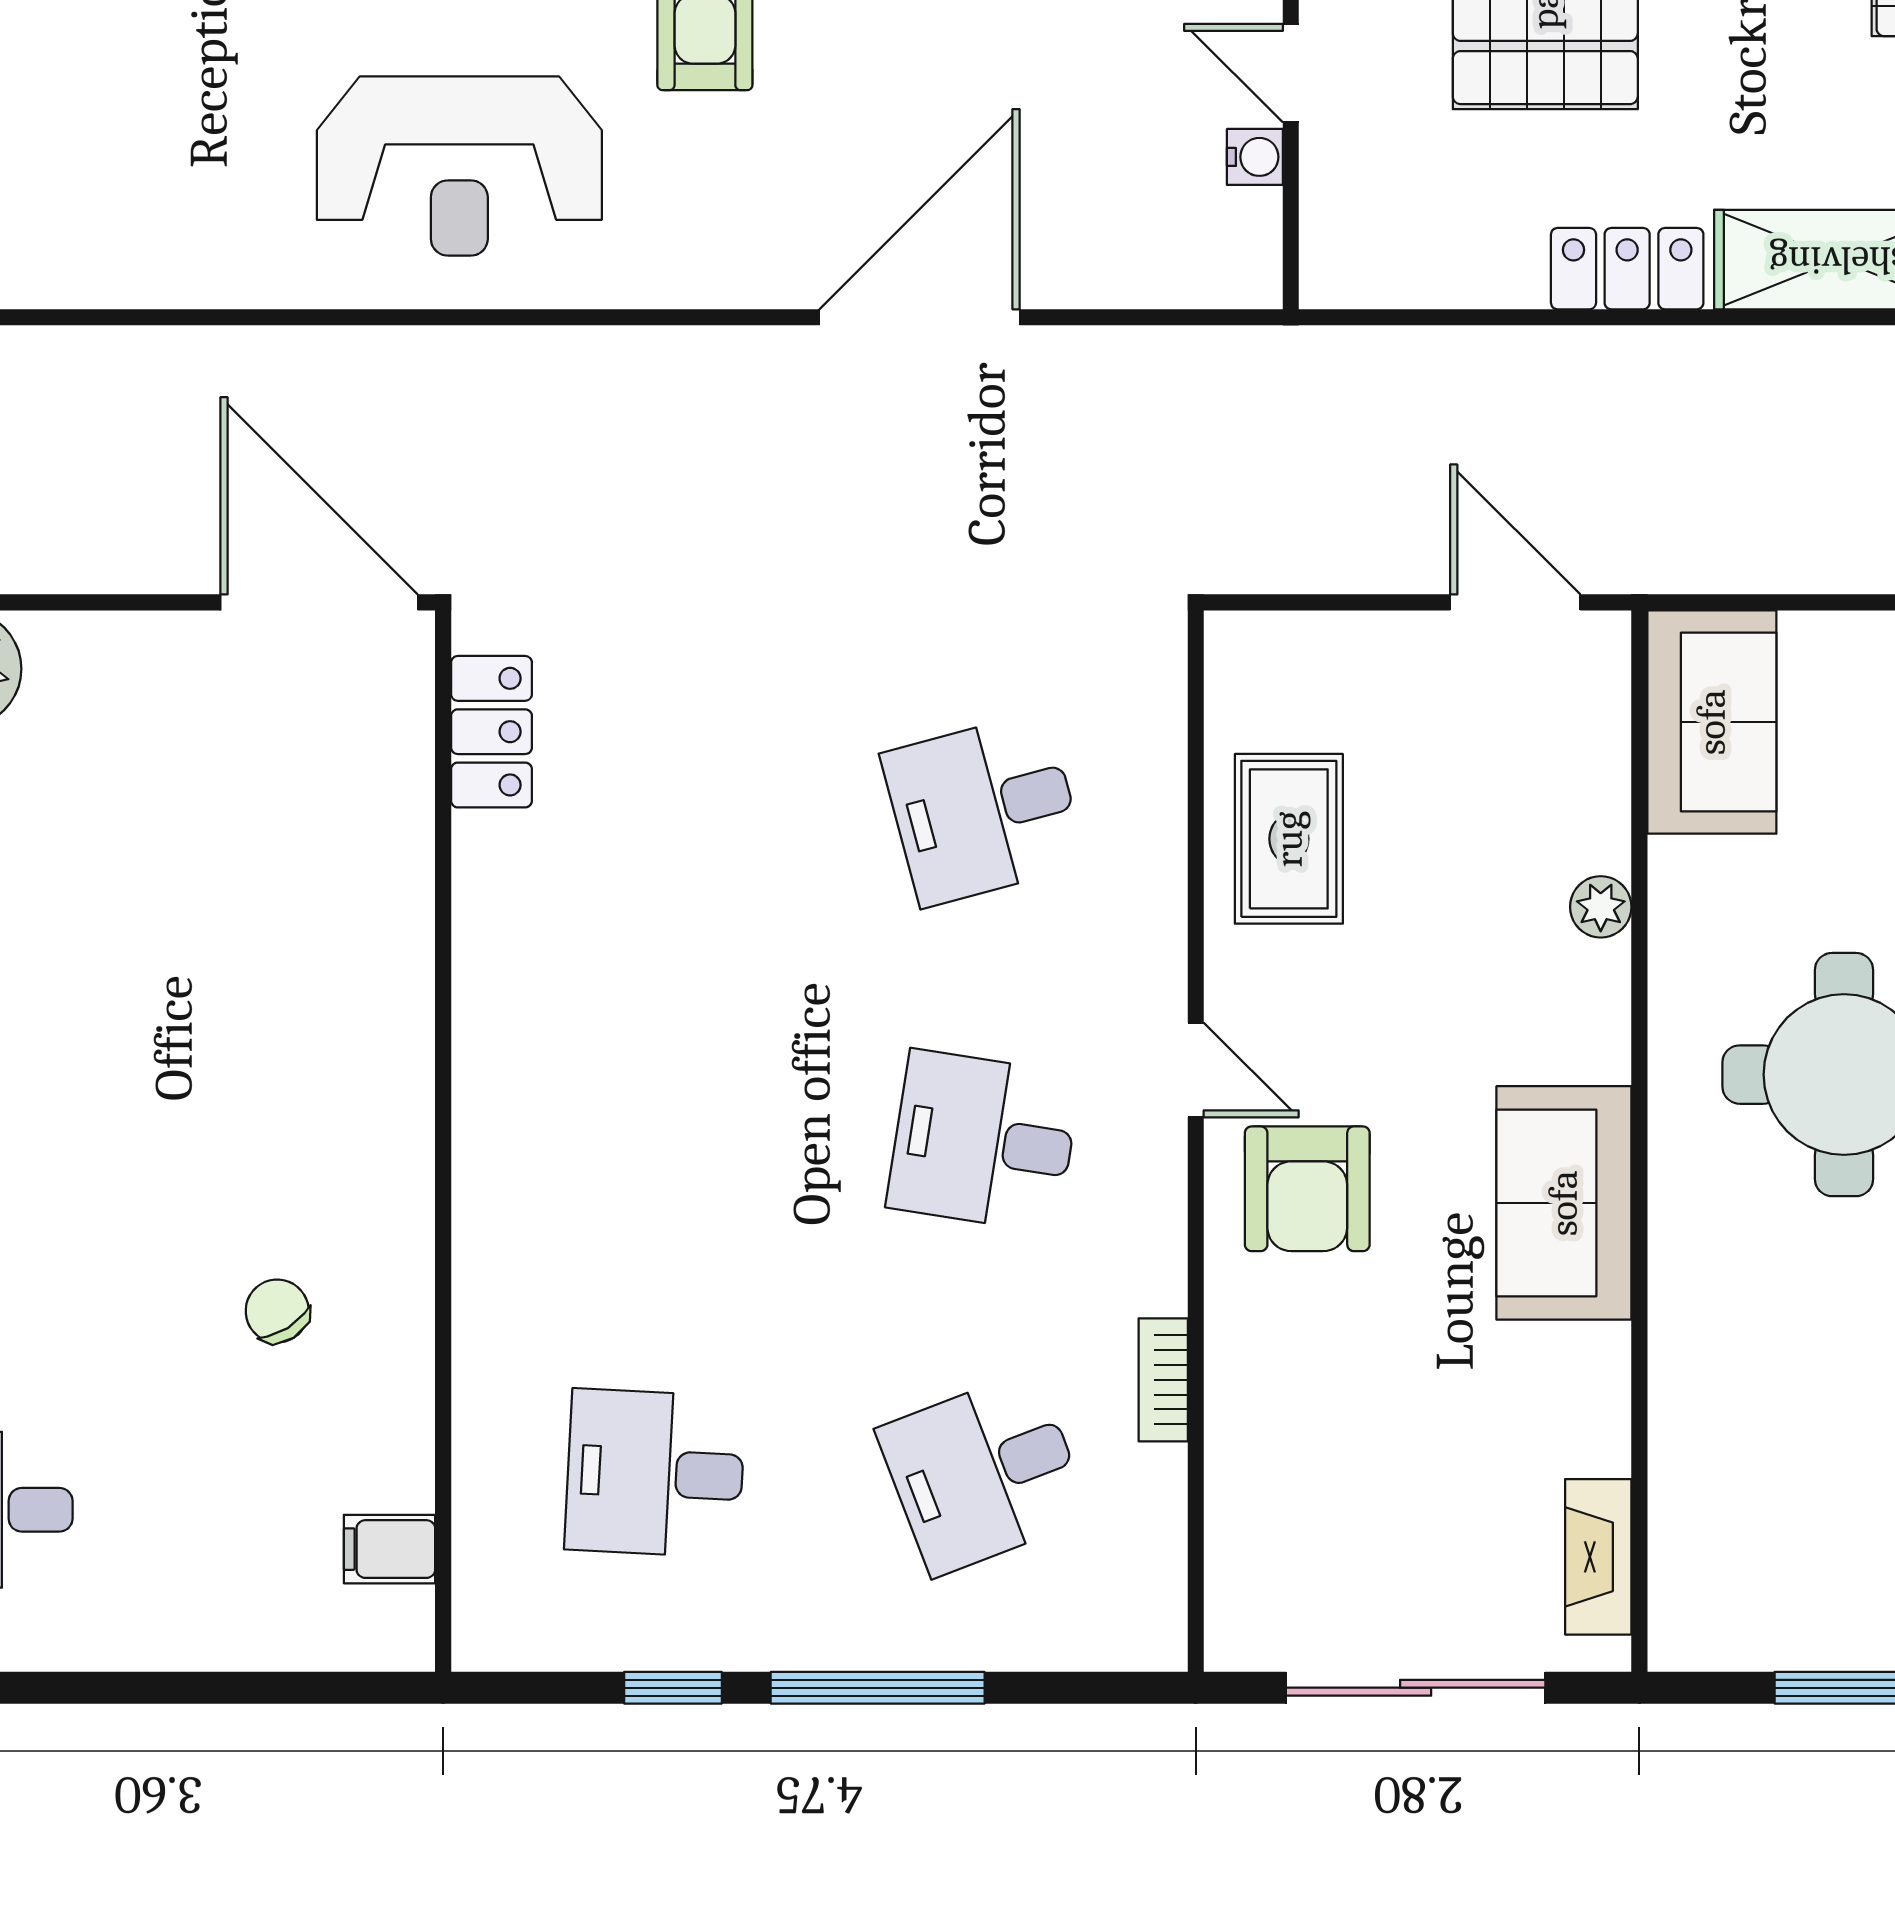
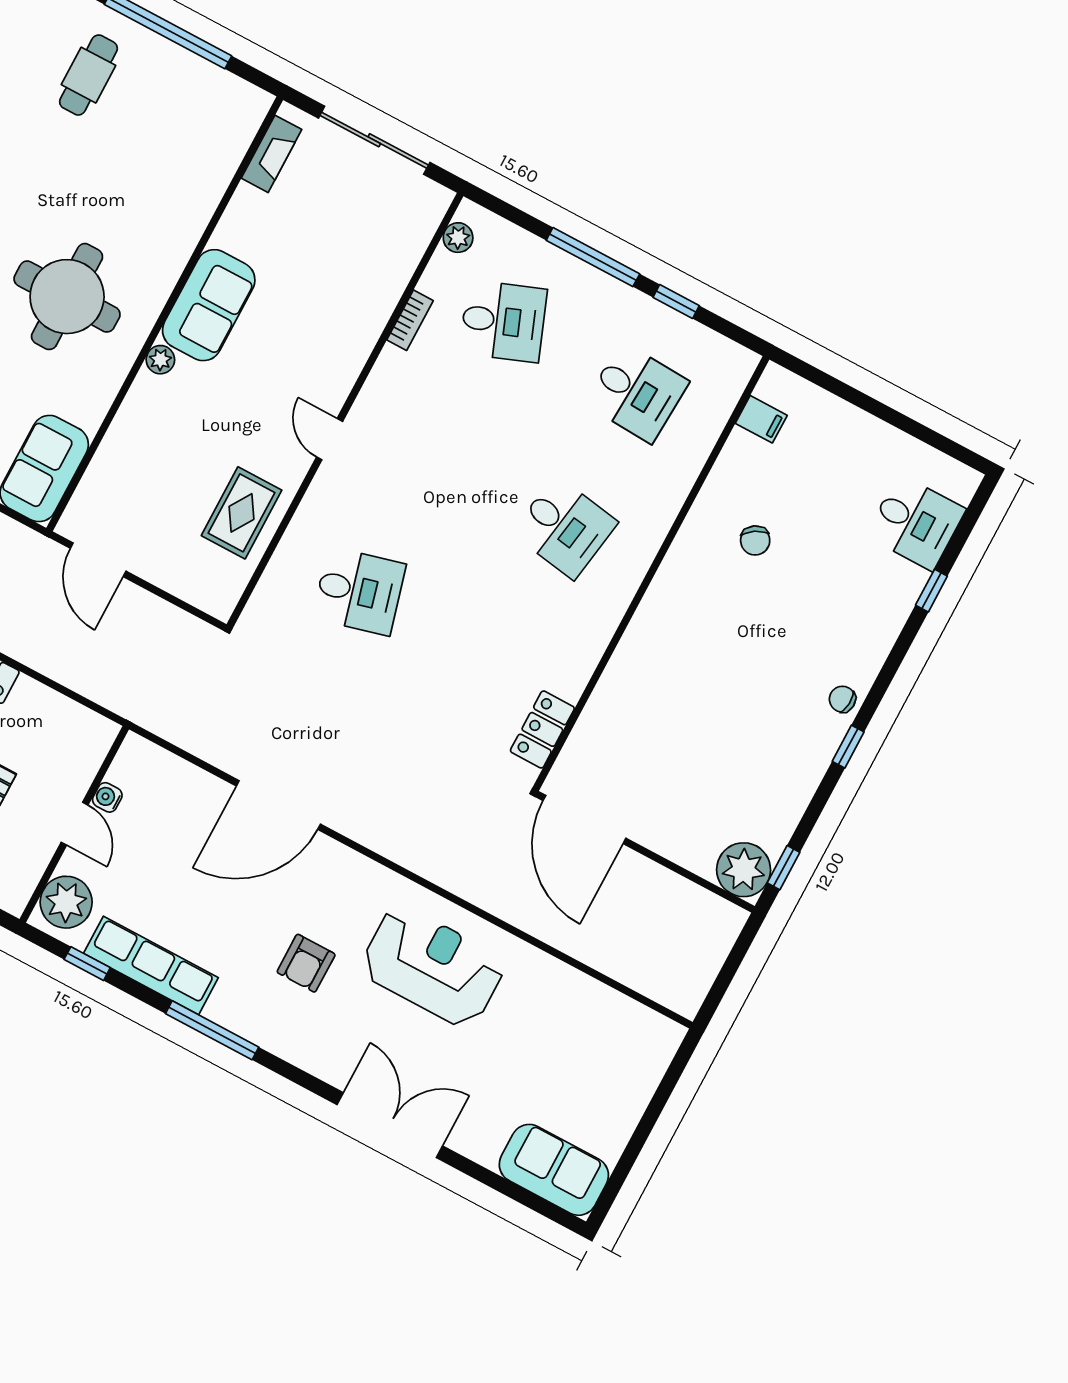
plant: (1601, 907) -> (160, 360), moved
desk: (984, 1141) -> (565, 527), moved
armchair: (1307, 1189) -> (310, 367), removed
plant: (1156, 1587) -> (458, 238), added

